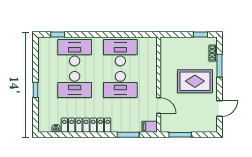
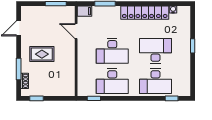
window: (140, 34) -> (94, 98), added
rug: (195, 81) -> (42, 54), width x0.73, depth x0.70
desk: (120, 85) -> (112, 51), turned 180

